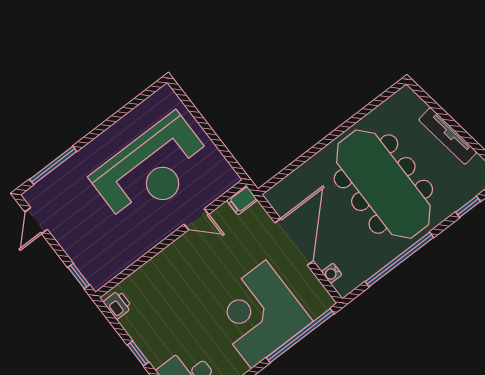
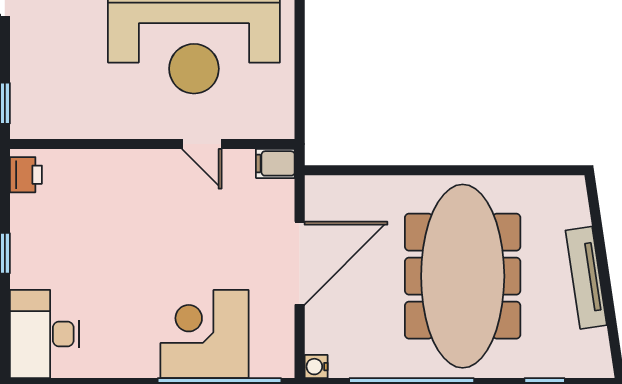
water cooler: (332, 273) -> (316, 367), moved
corner desk: (259, 314) -> (205, 334), width x0.74, depth x0.74

